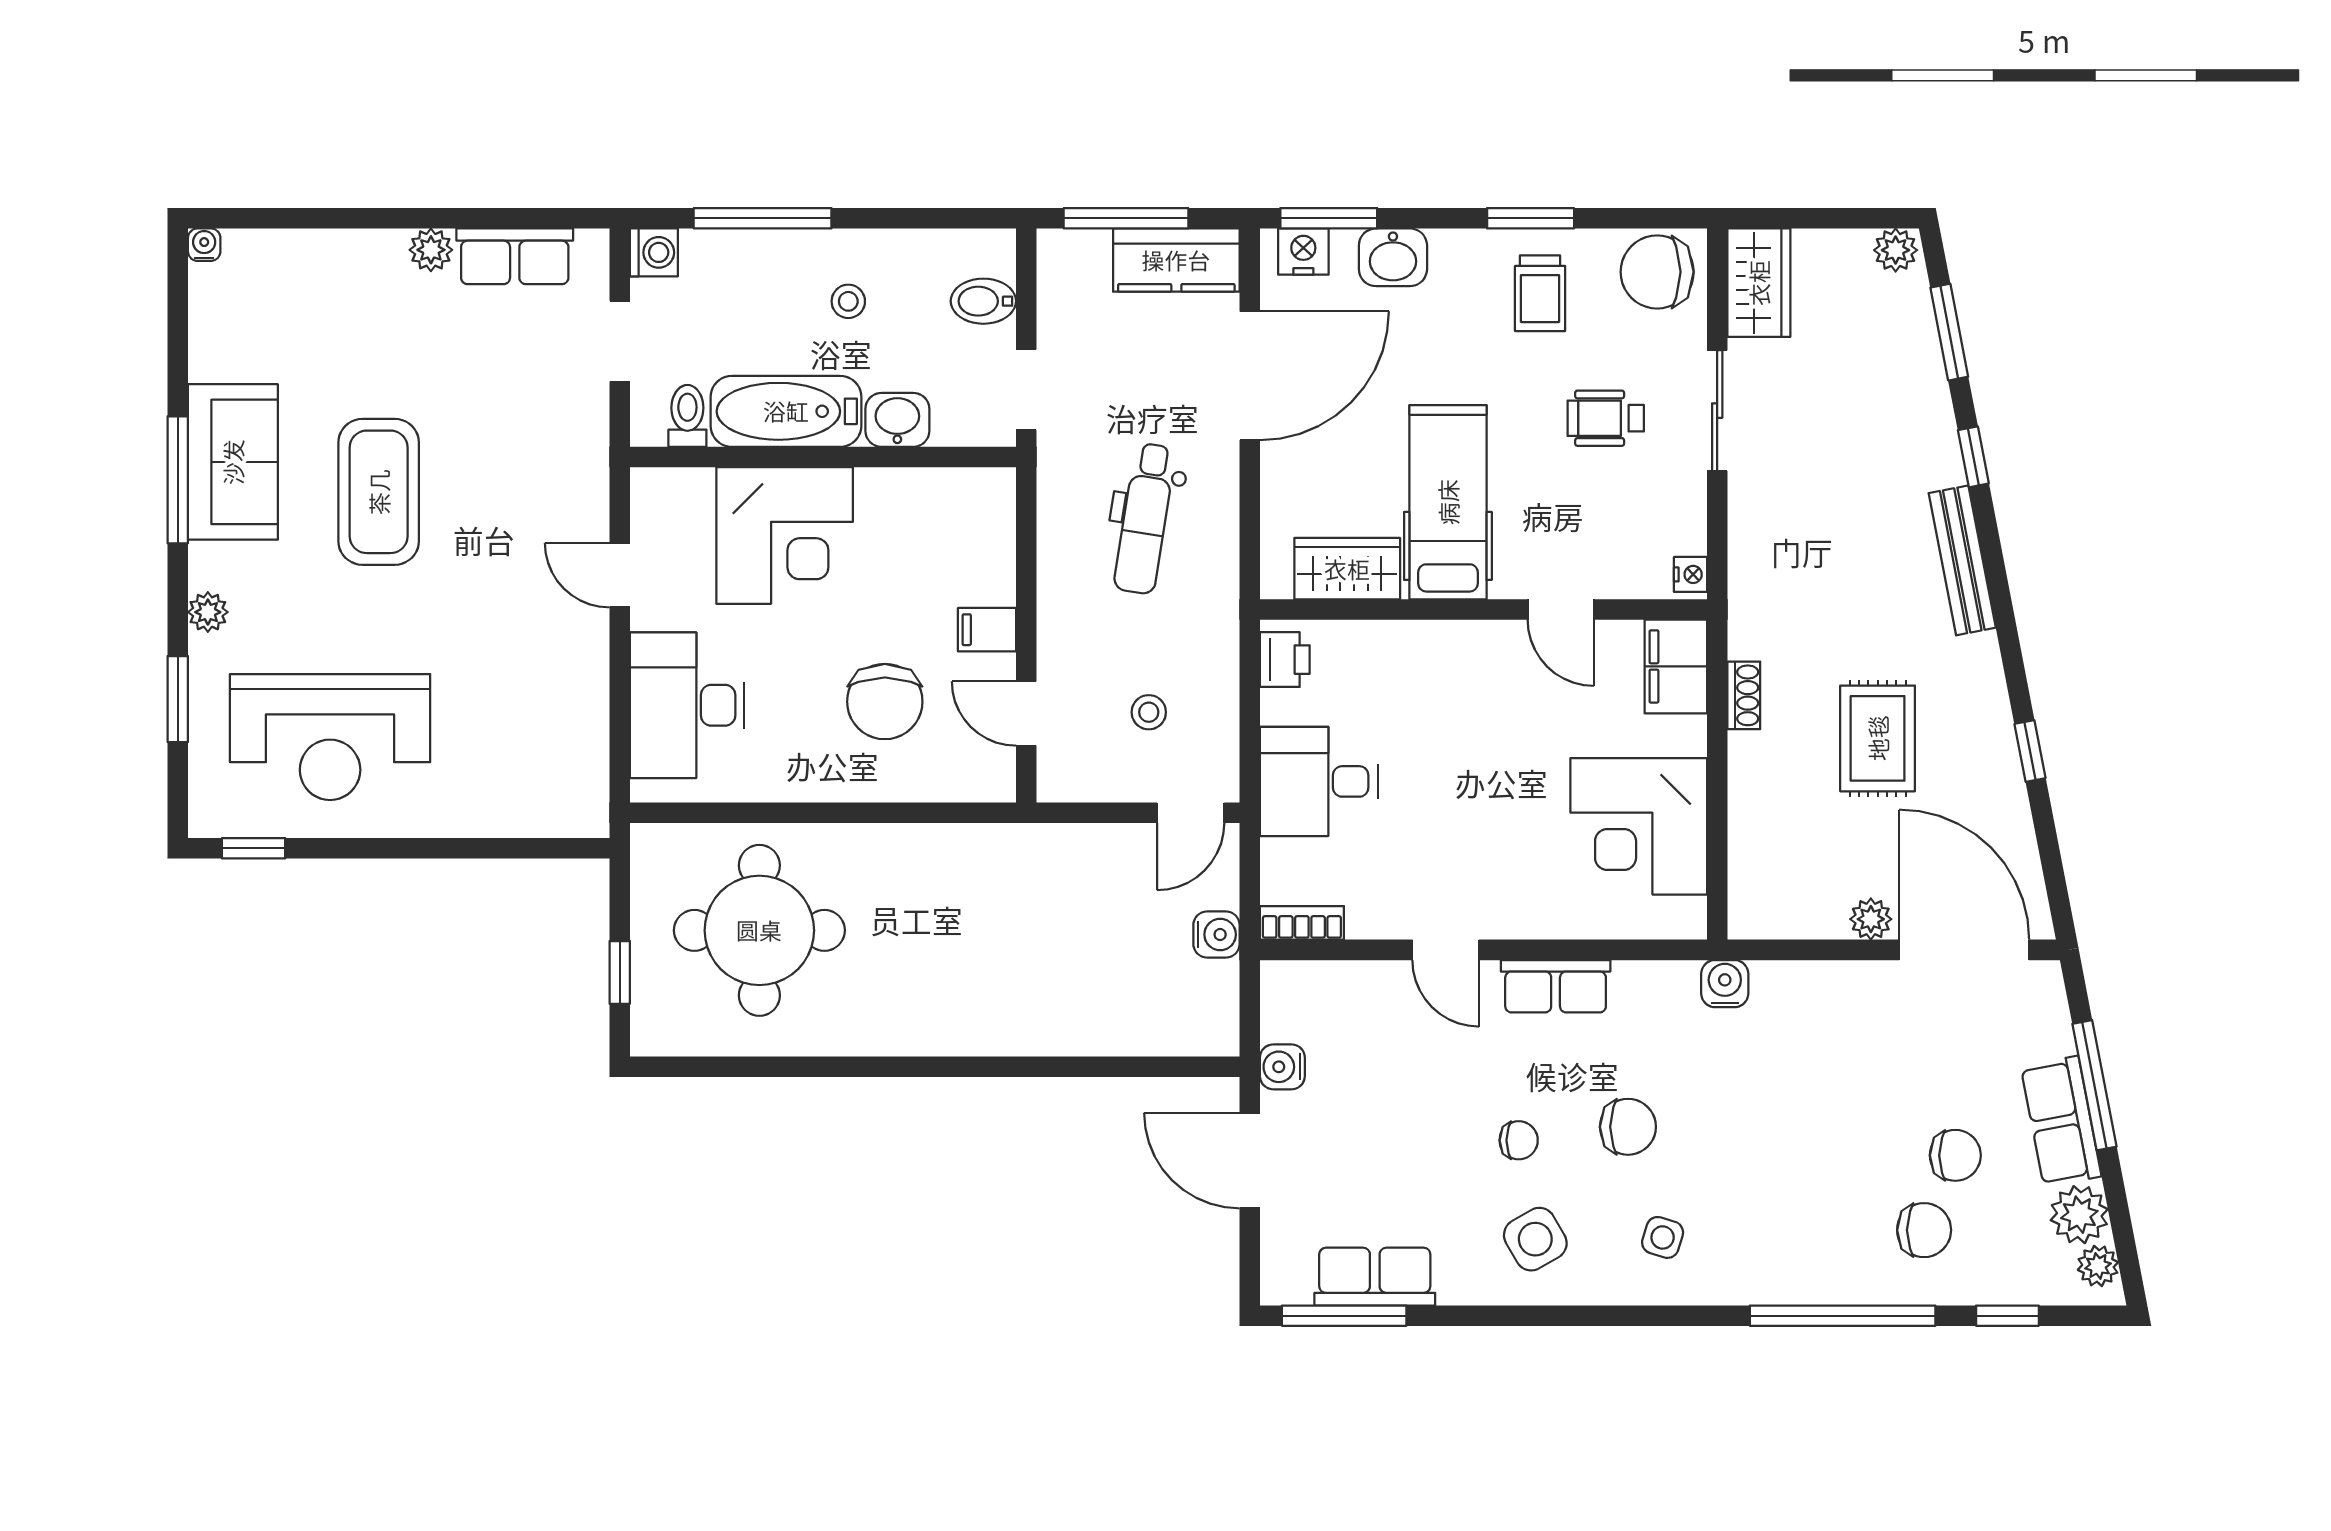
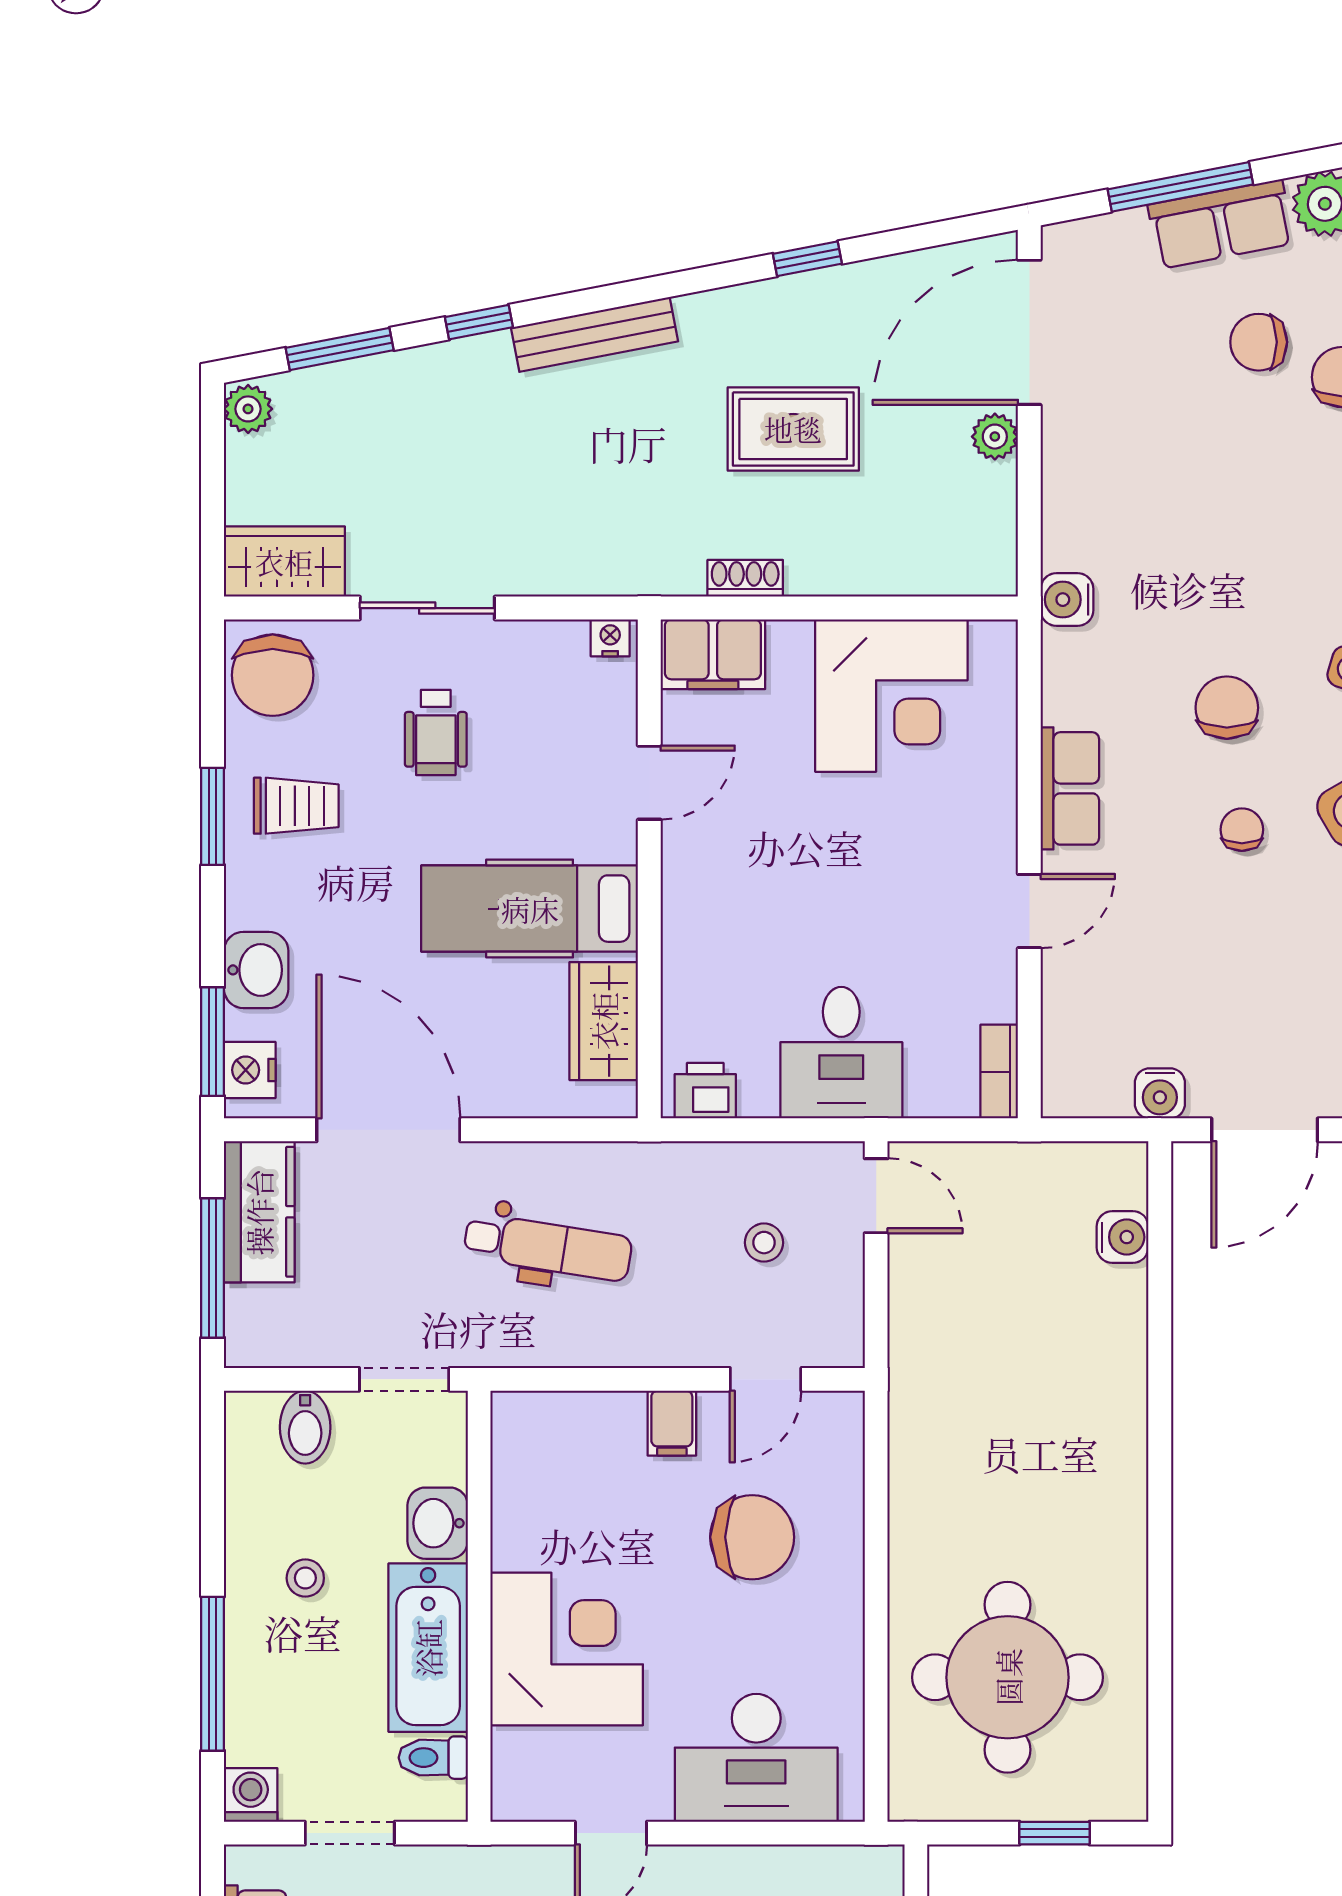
water cooler: (1216, 935) -> (1123, 1237), moved, turned 90
chair: (1955, 1155) -> (1259, 342), turned -90

